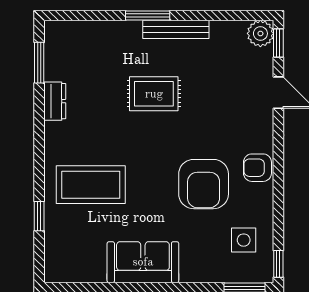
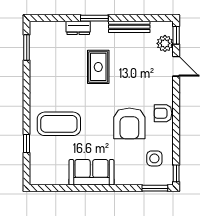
bench: (176, 29) -> (129, 27), moved
plant: (260, 33) -> (165, 43), moved
rug: (154, 94) -> (98, 67), turned 90
dresser: (55, 101) -> (78, 28), moved, turned 90

